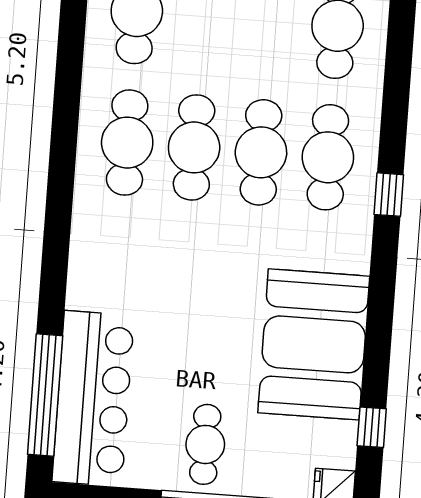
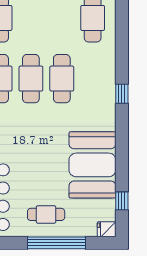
cafe table: (328, 157) -> (93, 79), removed
cafe table: (205, 444) -> (46, 214), turned 90

